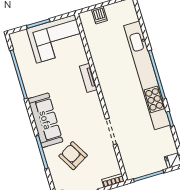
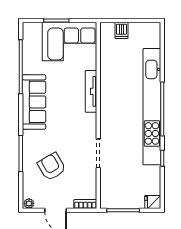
tv unit: (88, 78) -> (91, 91), width x1.41
sofa: (45, 120) -> (34, 102), moved

